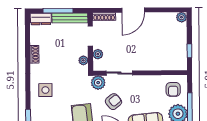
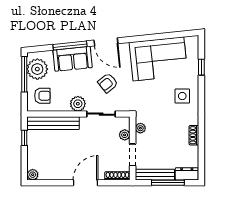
bench: (163, 64) -> (53, 123), added
plant: (98, 83) -> (78, 104), moved
armchair: (173, 89) -> (42, 96), turned 90

